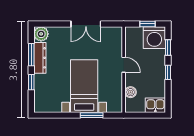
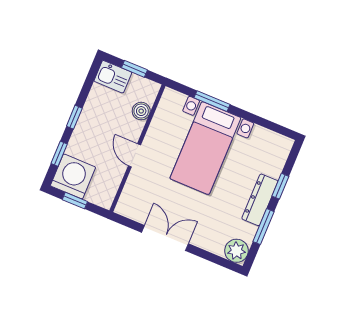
dresser: (40, 58) -> (260, 200), moved
window: (145, 115) -> (134, 69), added

